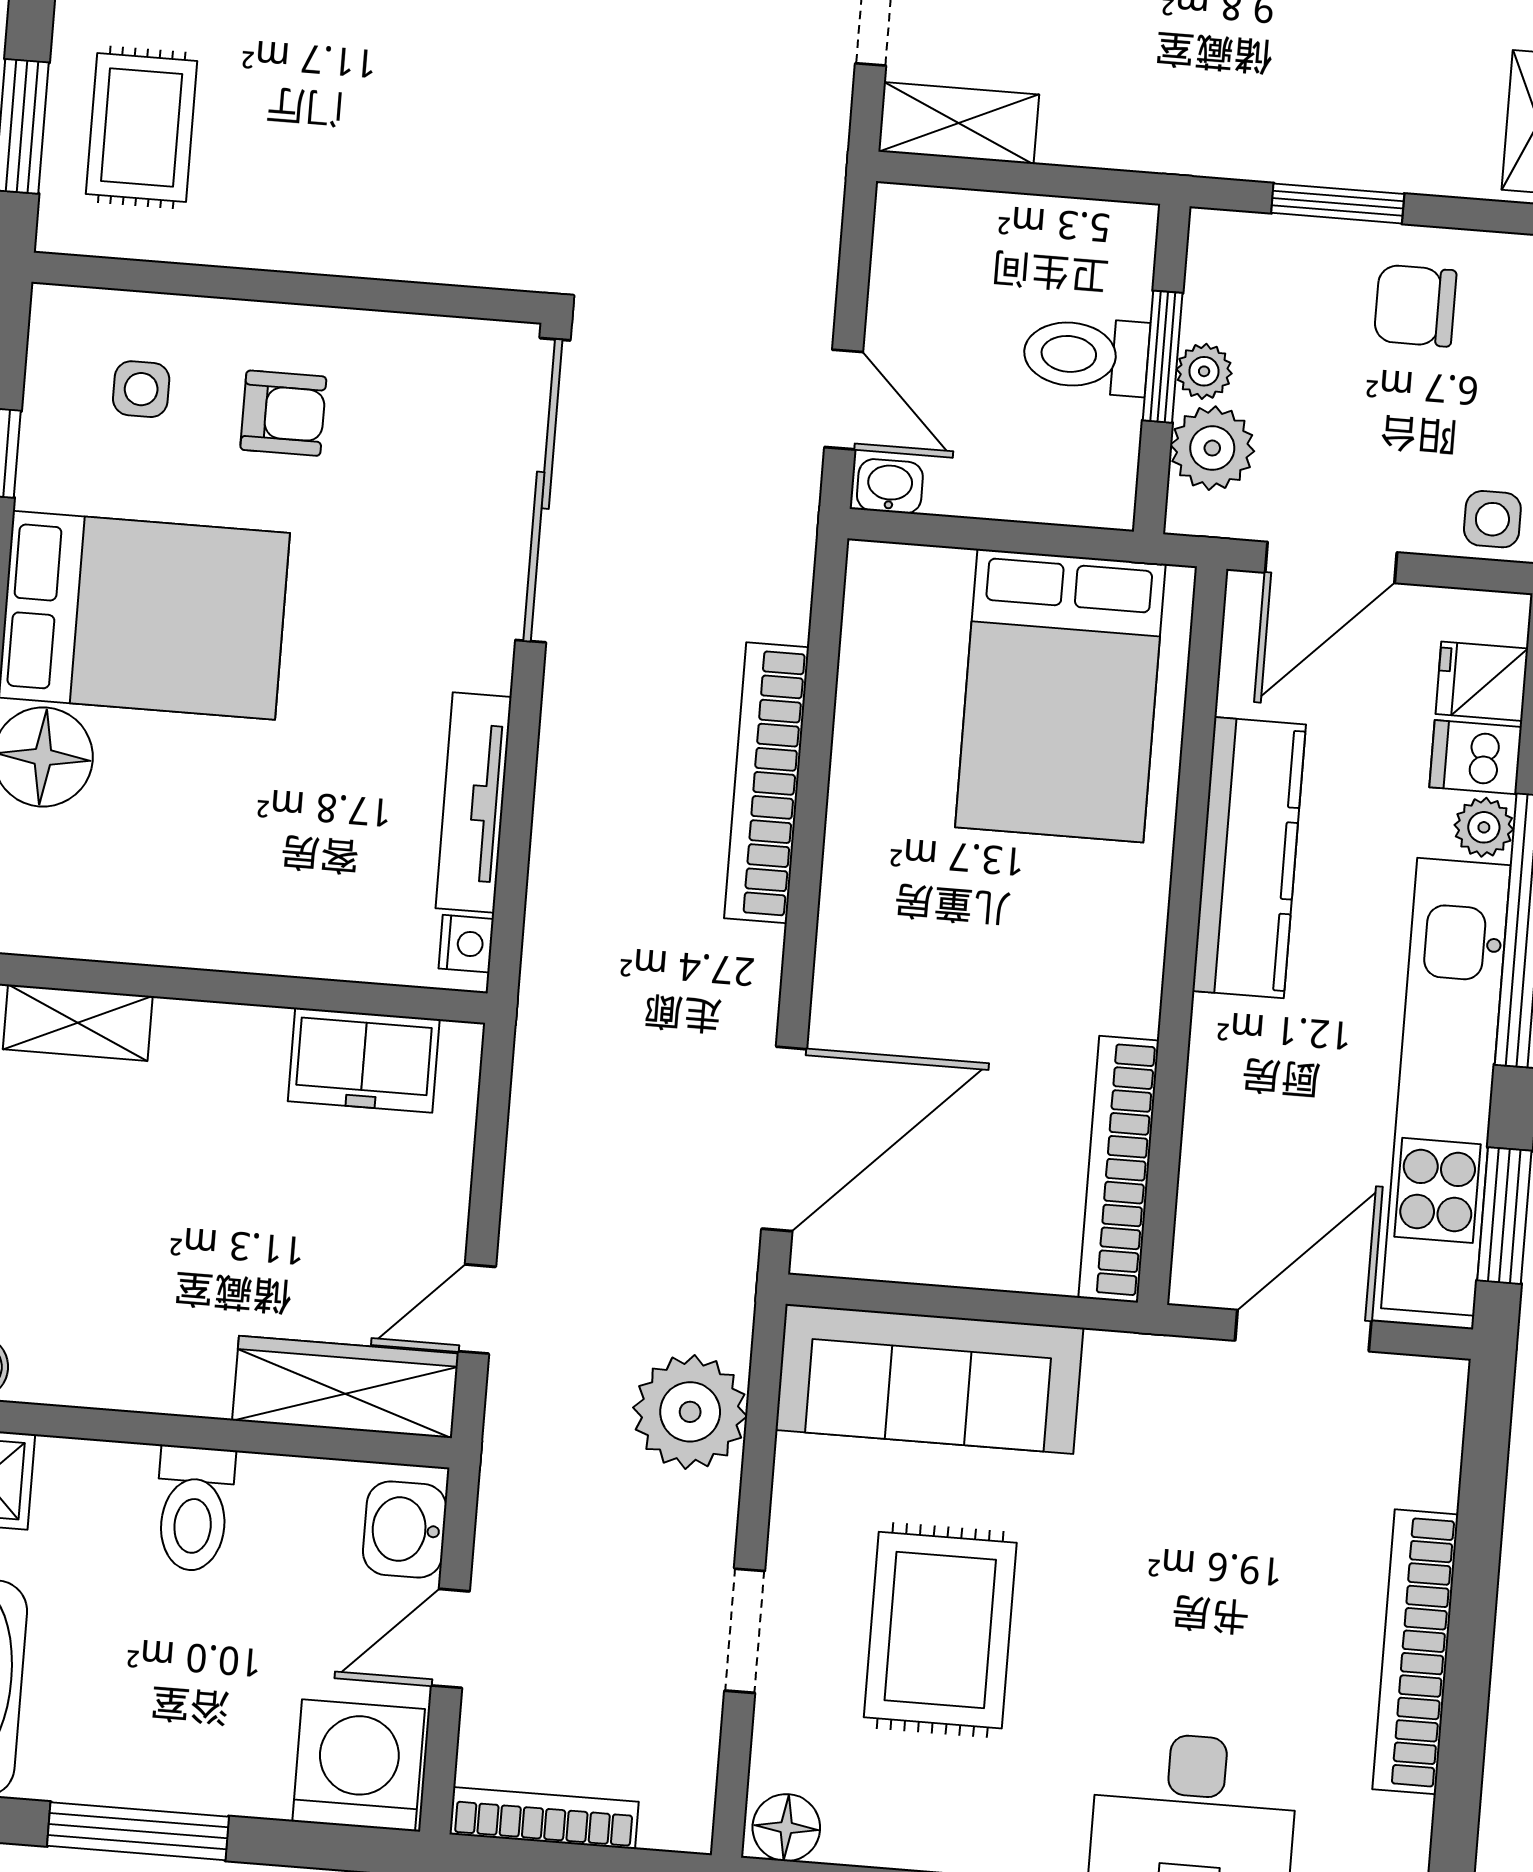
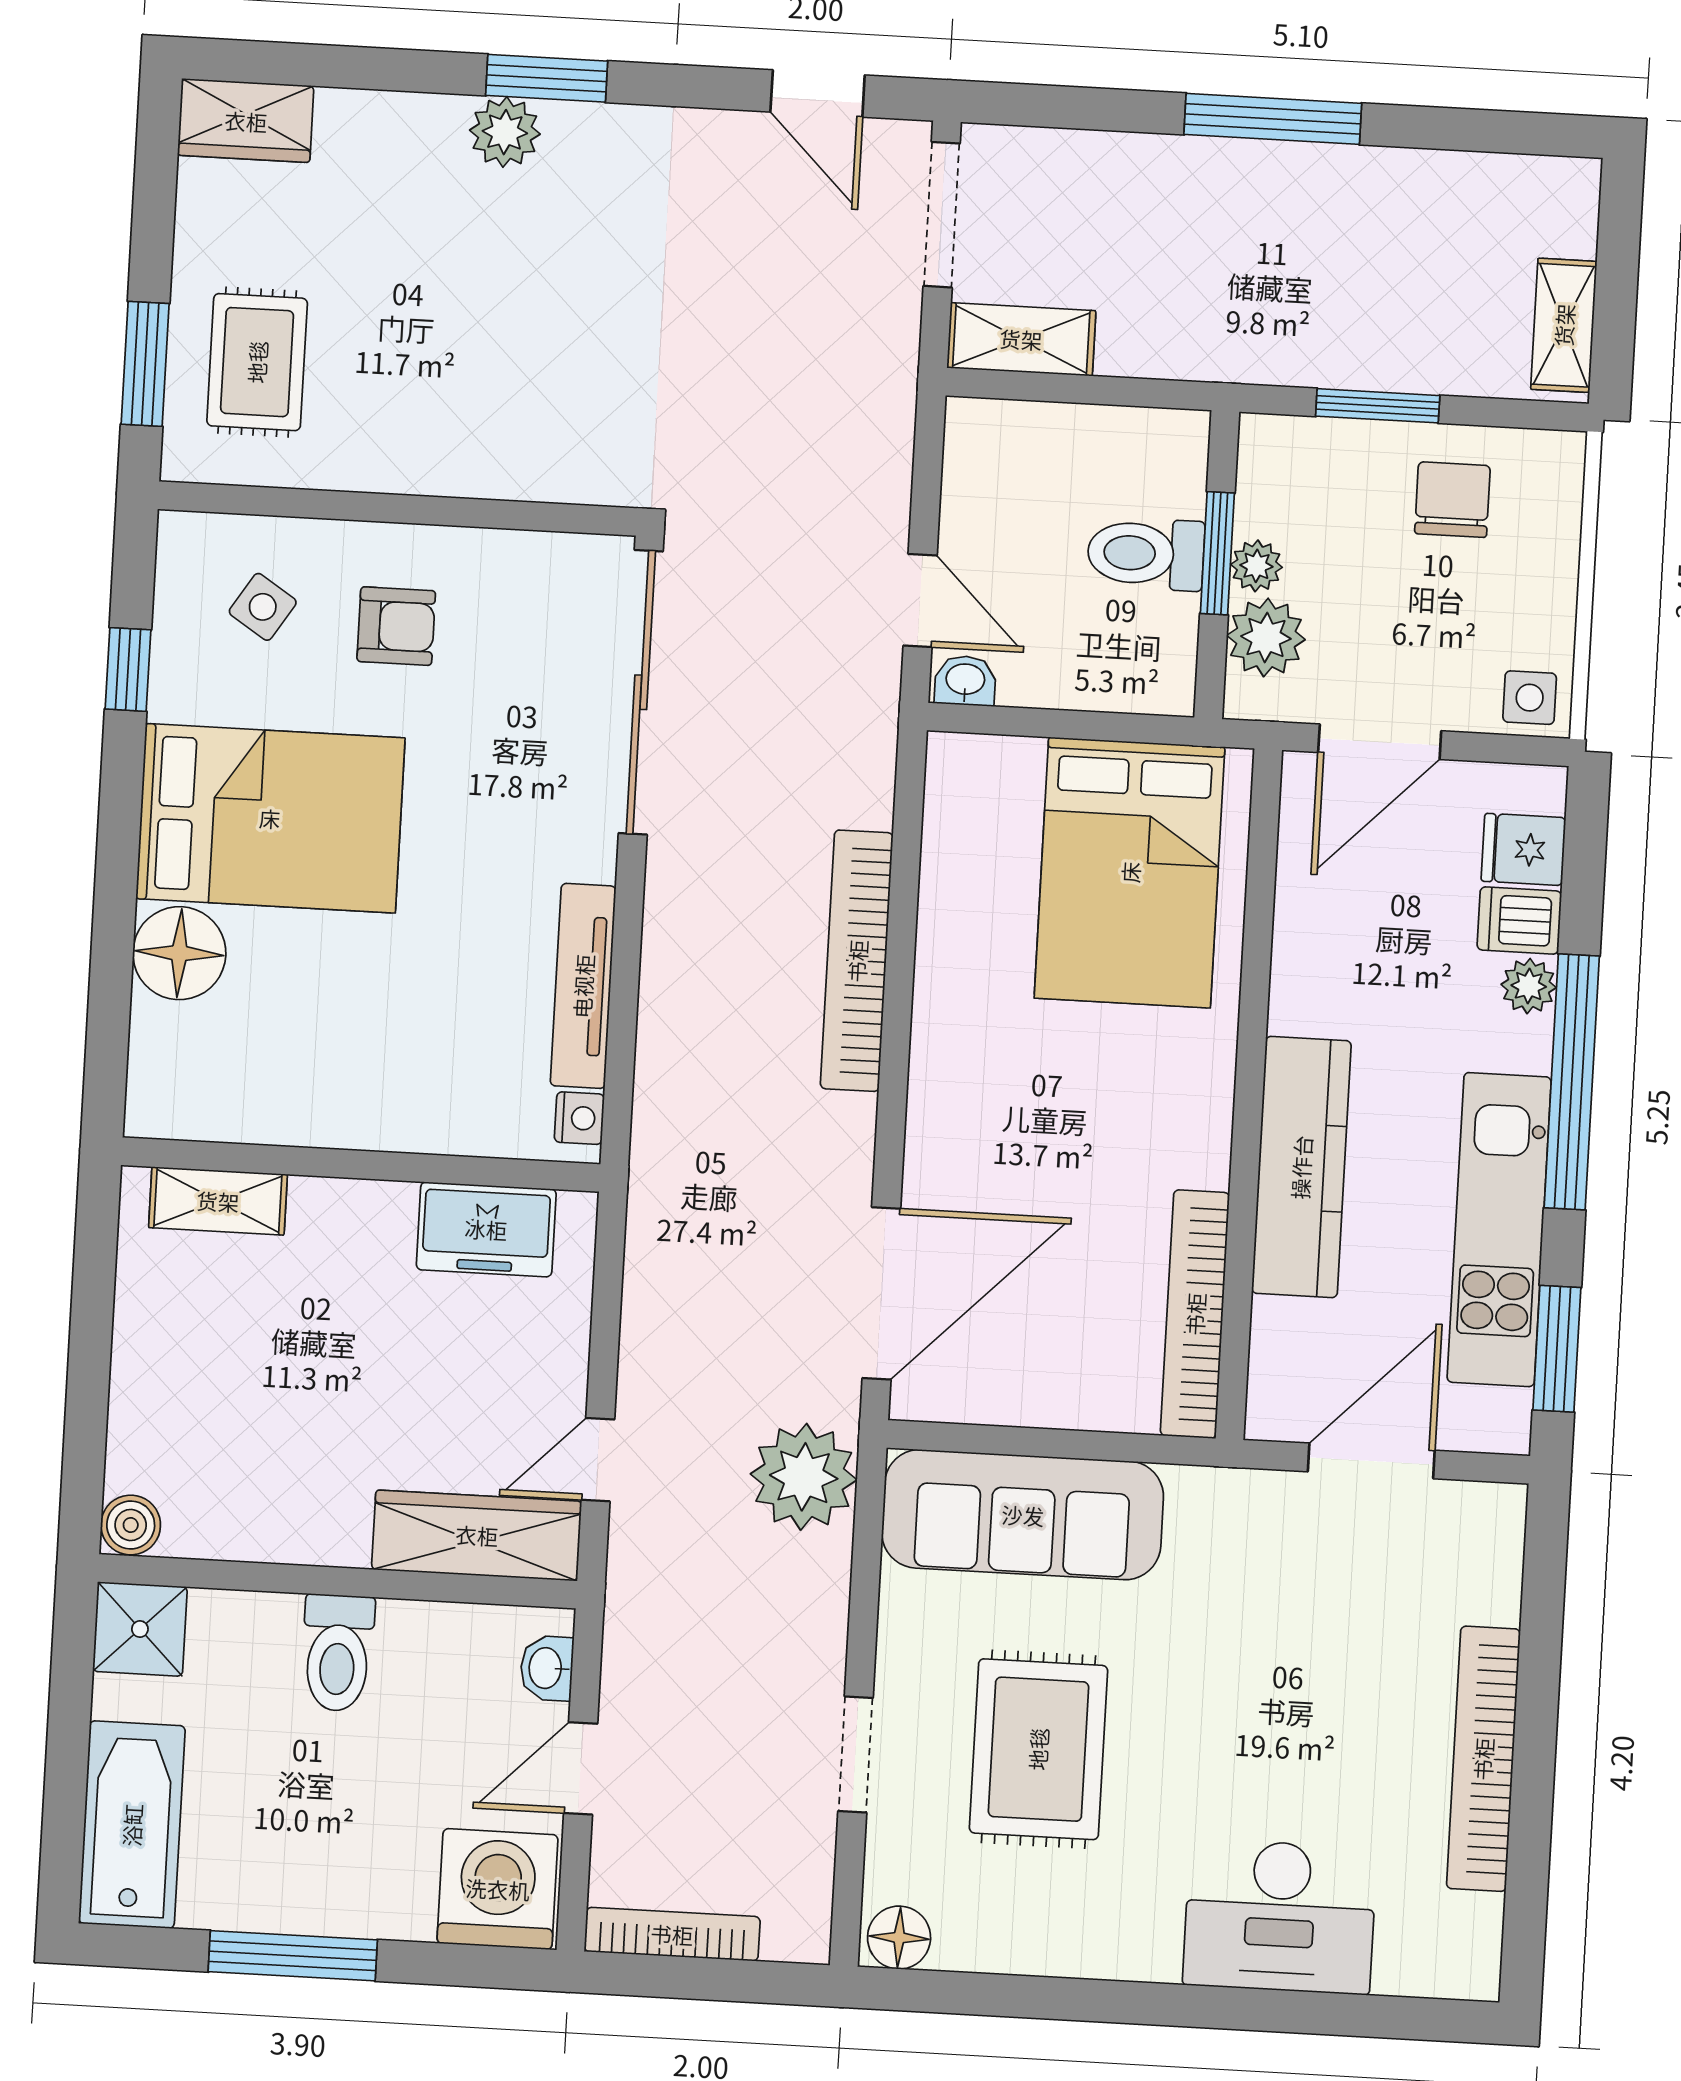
chair: (1415, 306) -> (1452, 500), turned 90
side table: (141, 389) -> (263, 607), turned 33
kitchen counter: (1249, 858) -> (1301, 1167), moved
kitchen unit: (1446, 1087) -> (1499, 1230), width x0.73
plant: (690, 1412) -> (804, 1477), moved
washbasin: (405, 1530) -> (547, 1668), width x0.72, depth x0.69

